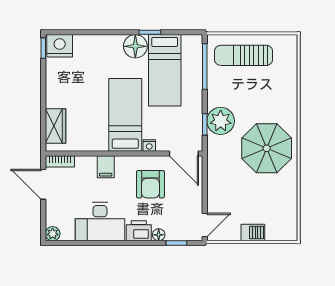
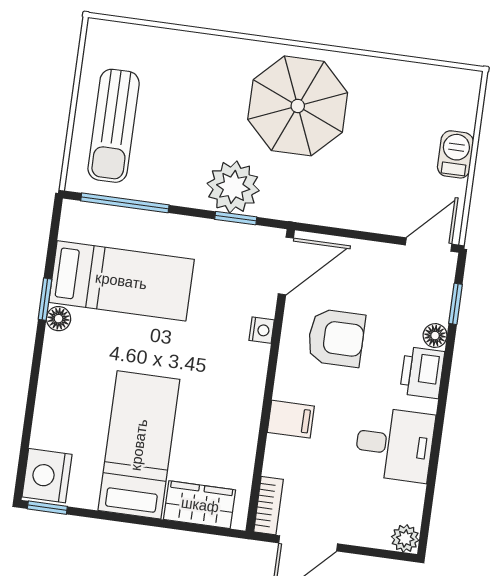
floor lamp: (135, 46) -> (59, 319), width x0.53, depth x0.53
bed: (125, 115) -> (139, 445), moved, turned 90
desk: (100, 222) -> (394, 444), width x0.73
door: (205, 225) -> (429, 245), hinge flipped

